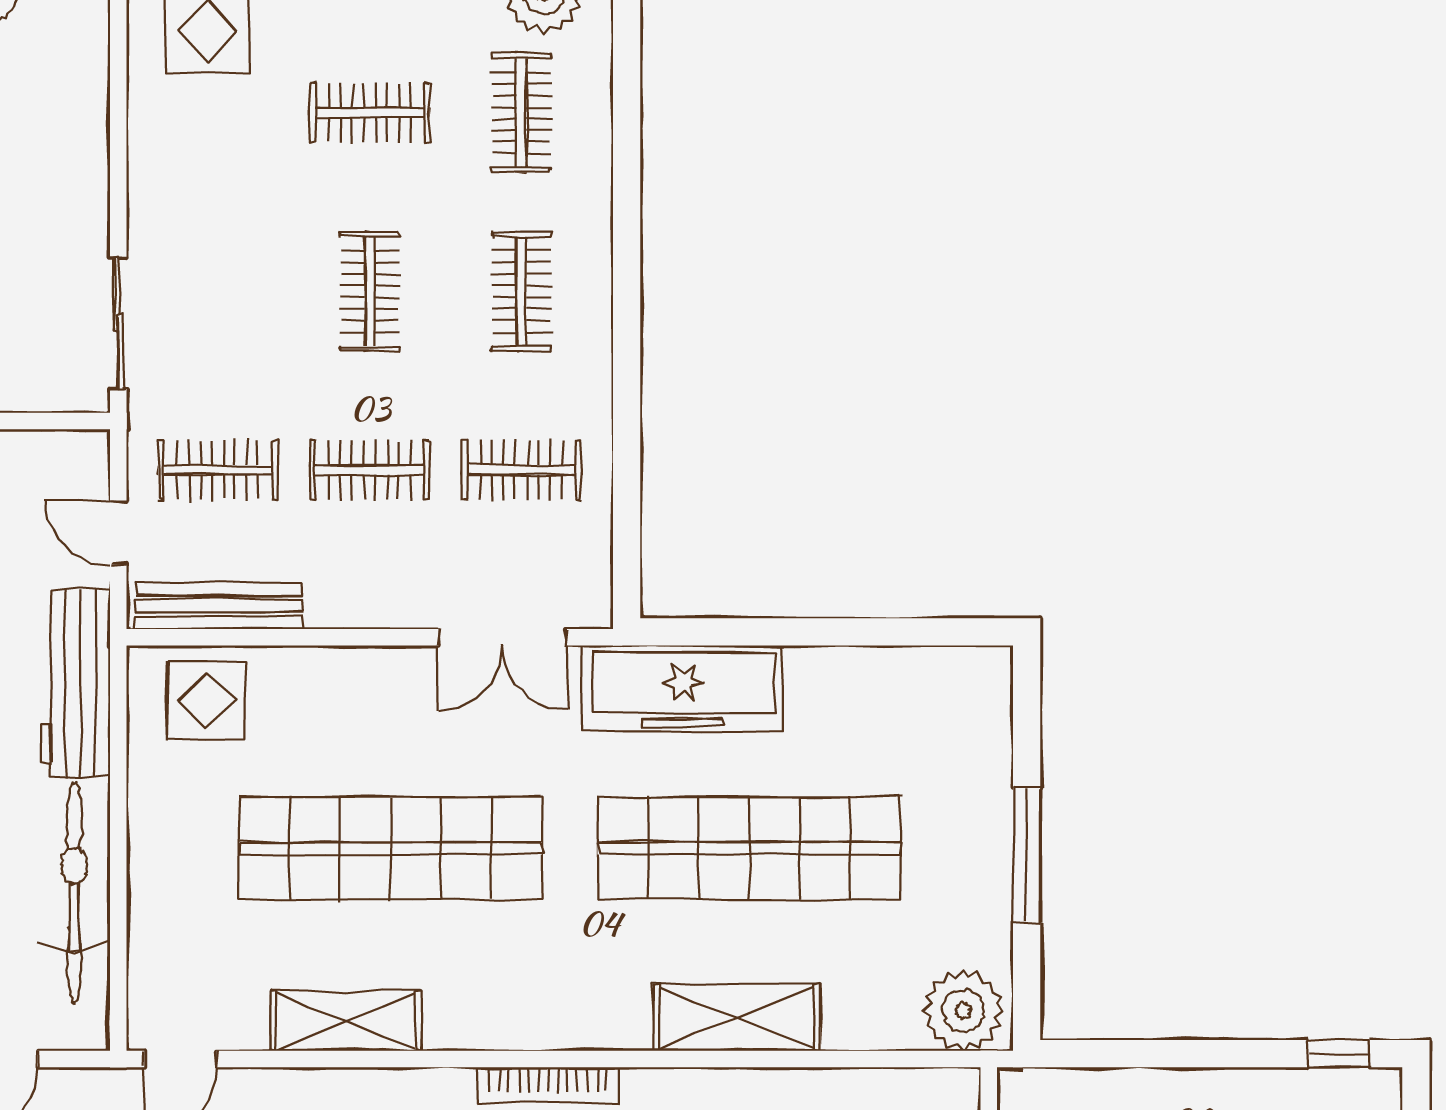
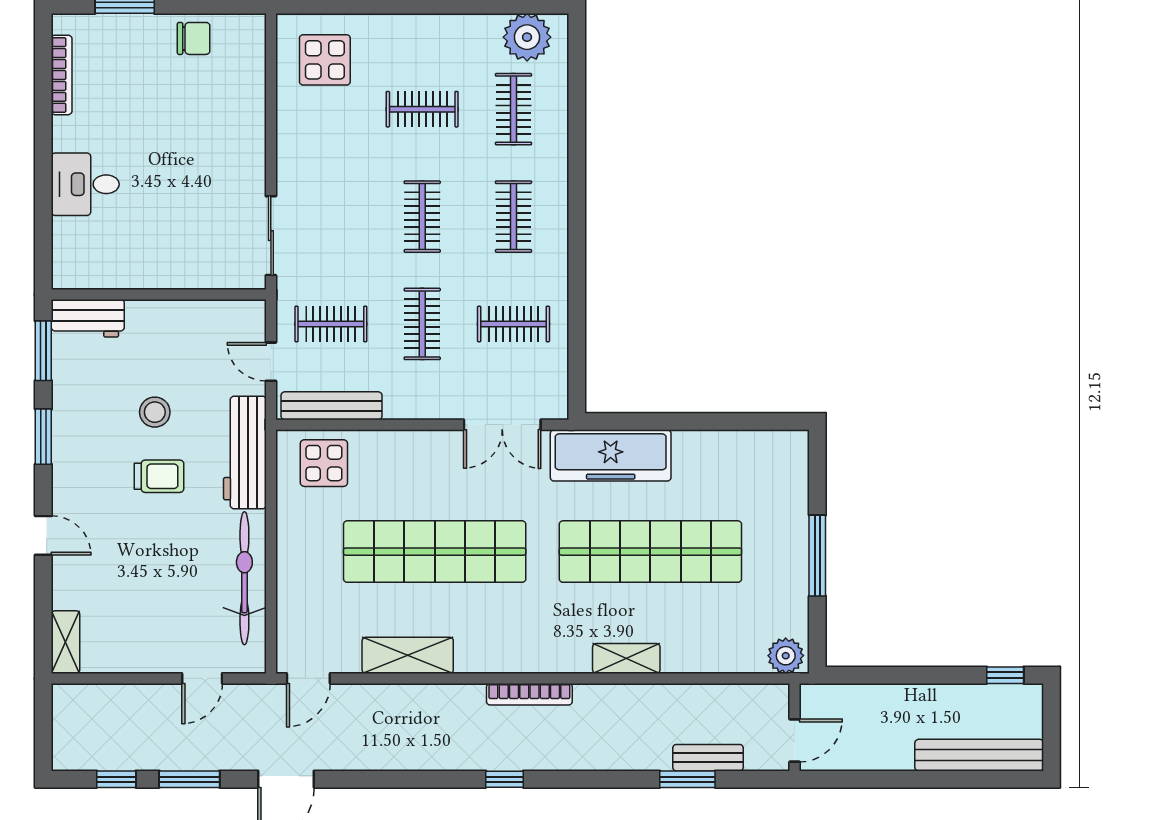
clothes rail: (370, 470) -> (422, 324), turned 90
plant: (963, 1011) -> (786, 656), width x0.73, depth x0.73
shelving: (737, 1018) -> (626, 658), width x0.67, depth x0.75

